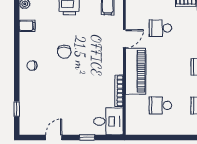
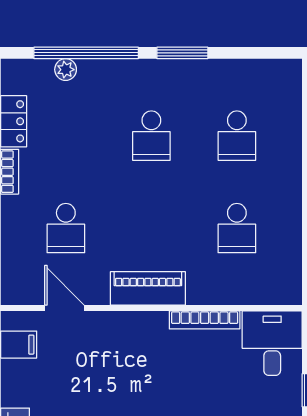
door: (124, 39) -> (64, 308), moved
piano: (136, 71) -> (148, 288), width x0.73, depth x0.75

